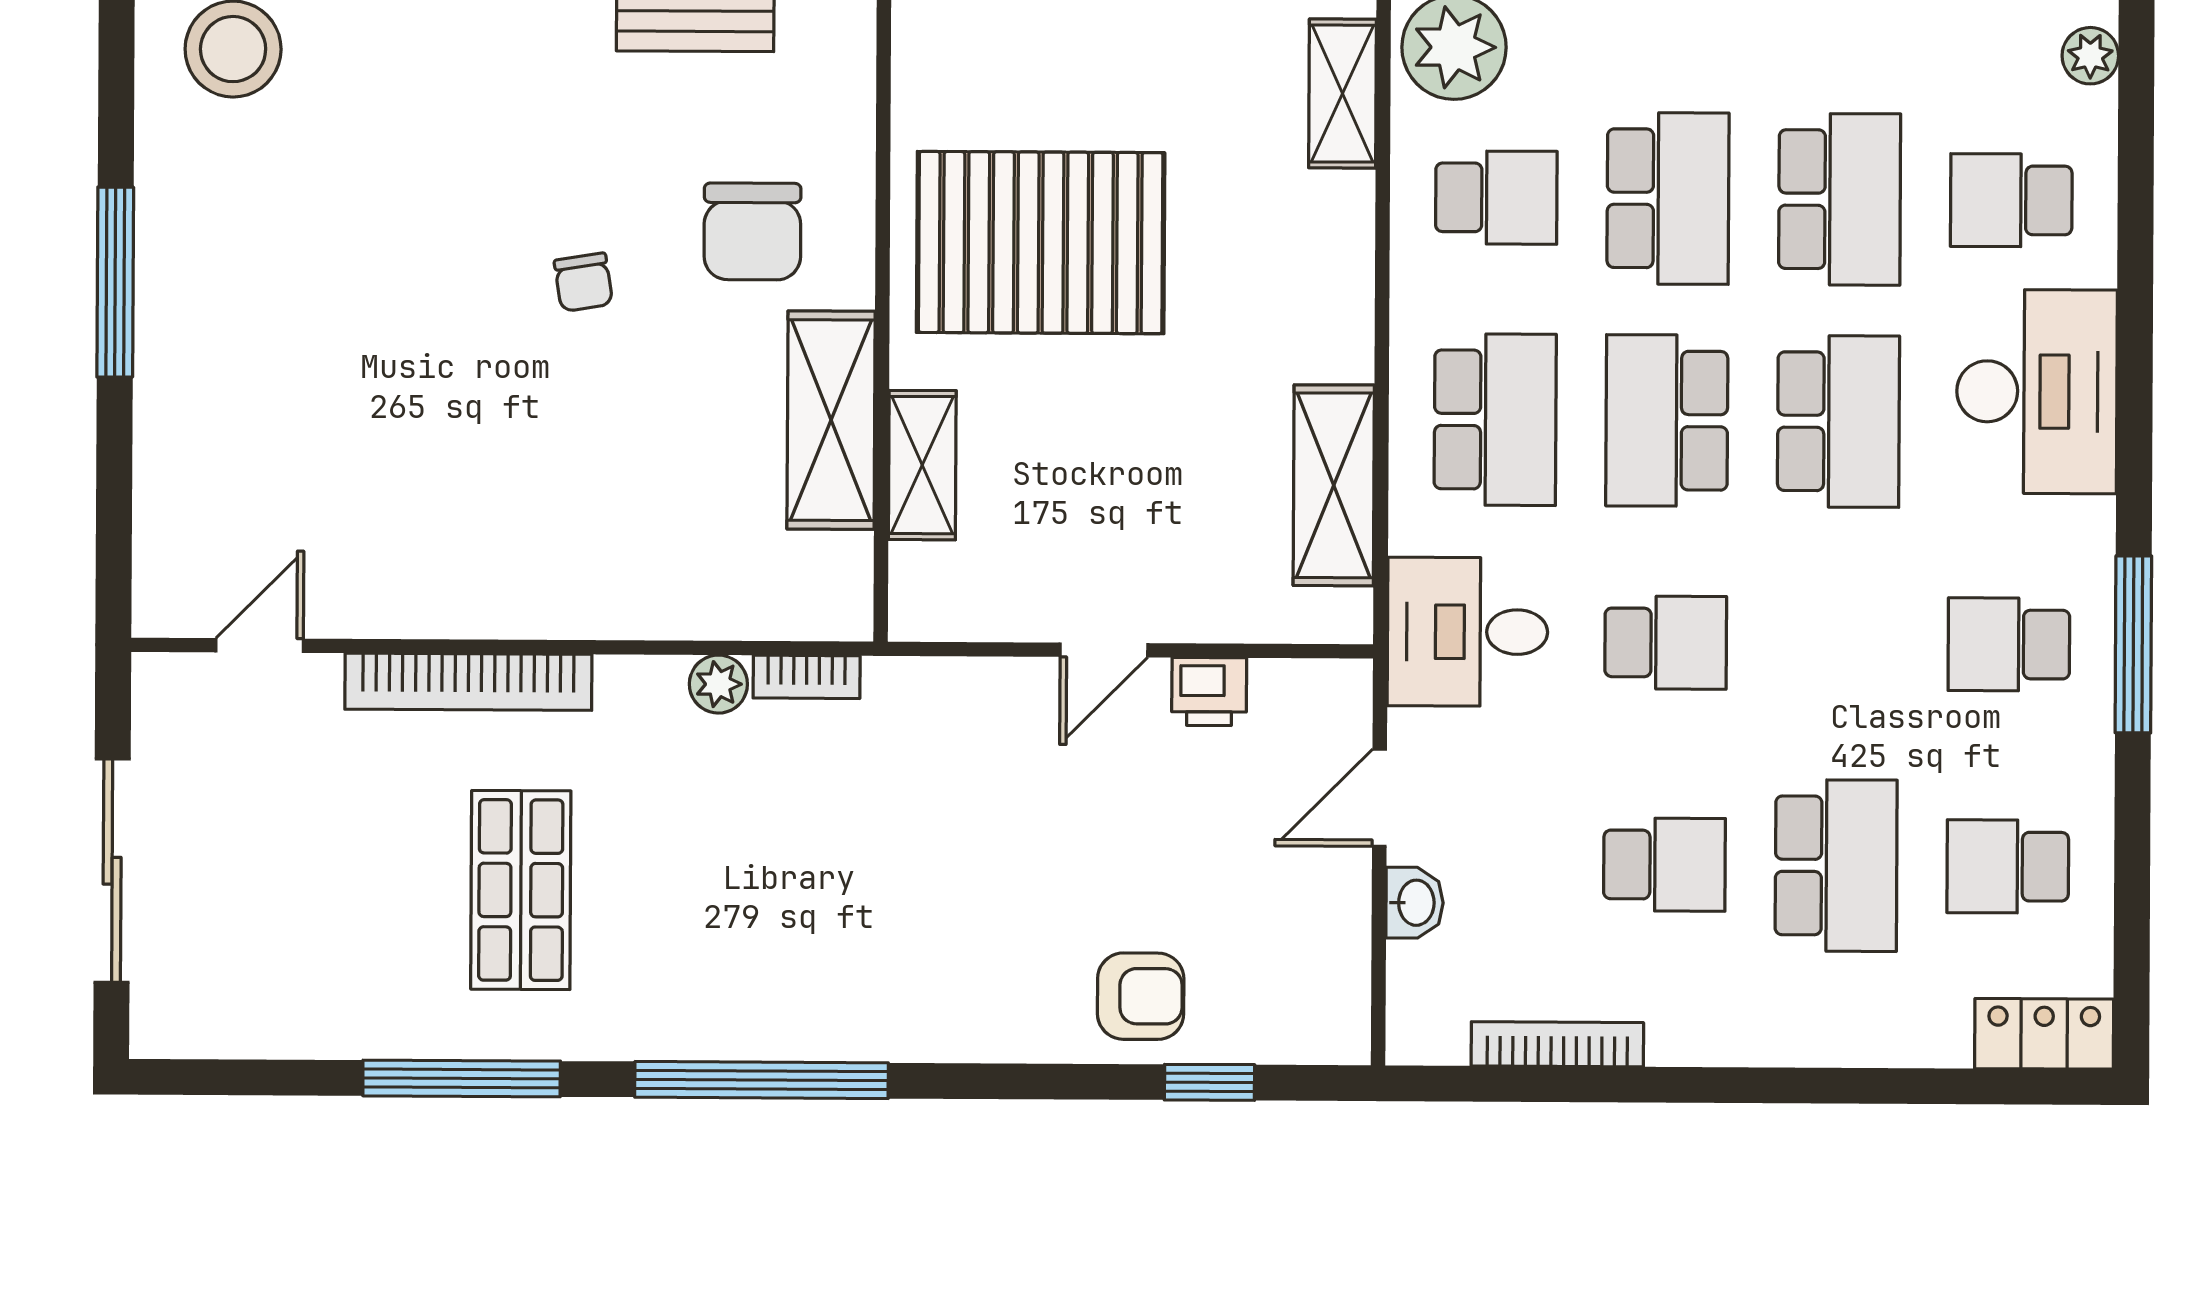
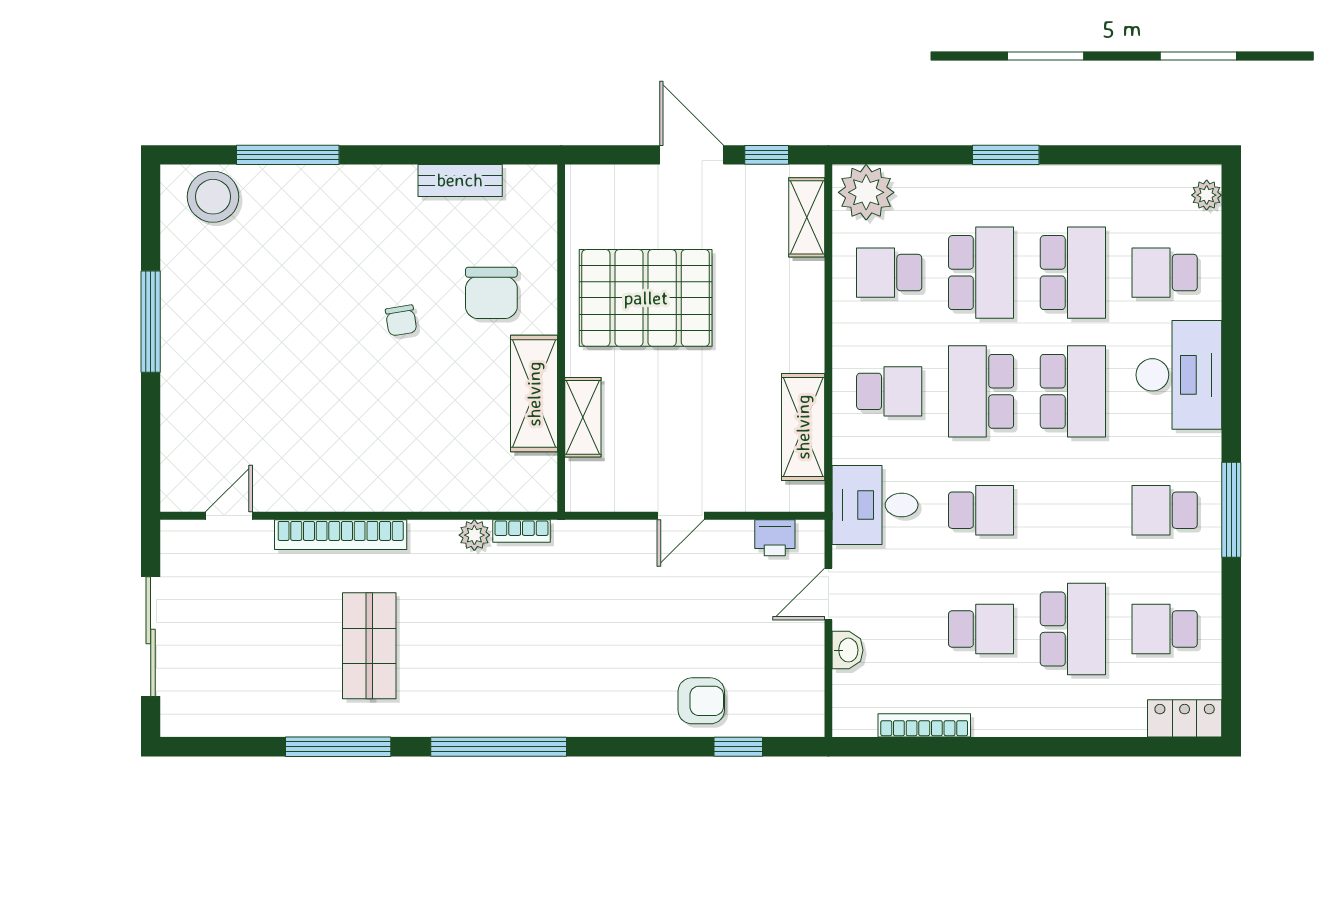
school desk: (1496, 198) -> (889, 273), turned 180
school desk: (1495, 420) -> (889, 391), width x0.54
printer: (1209, 692) -> (775, 538), moved

